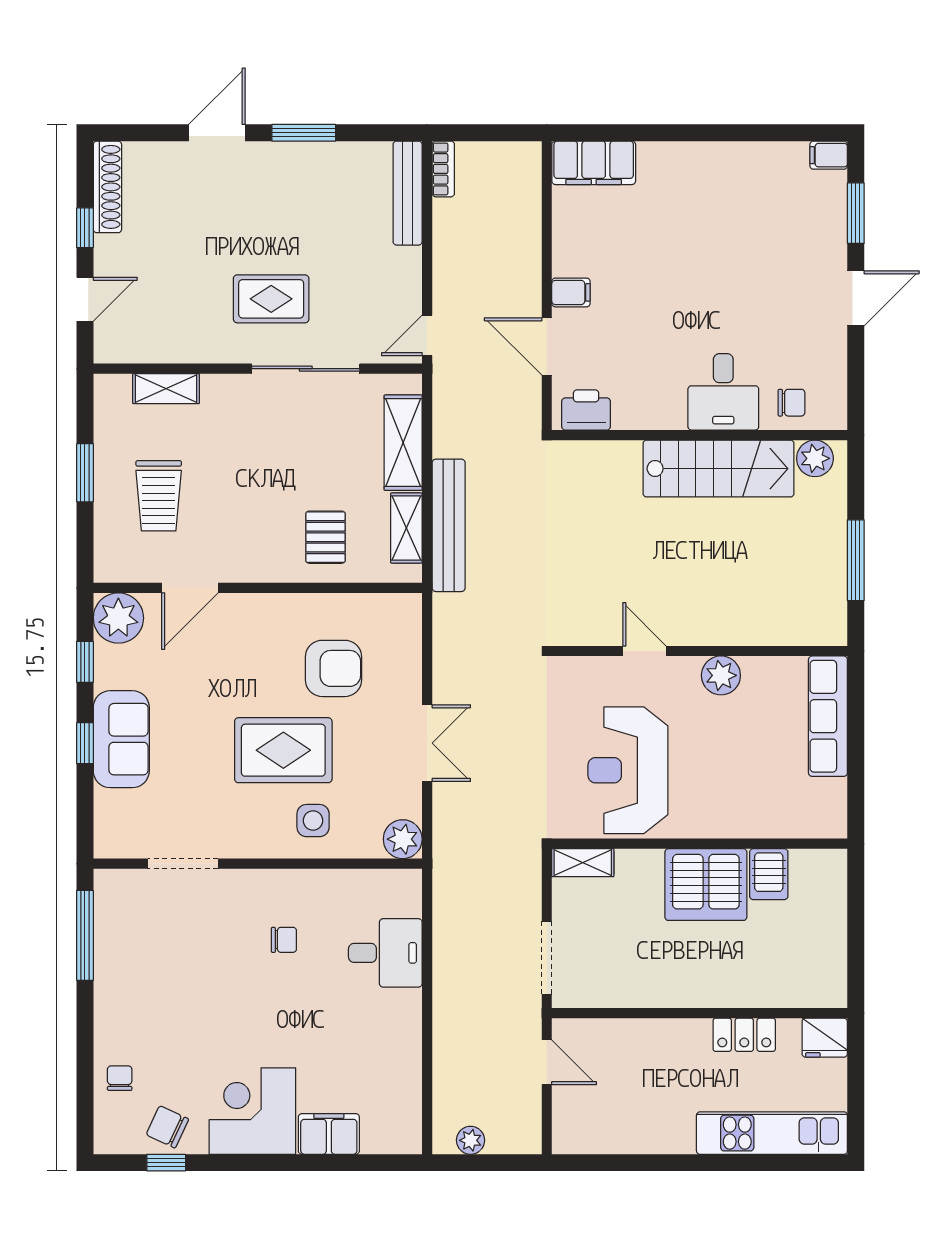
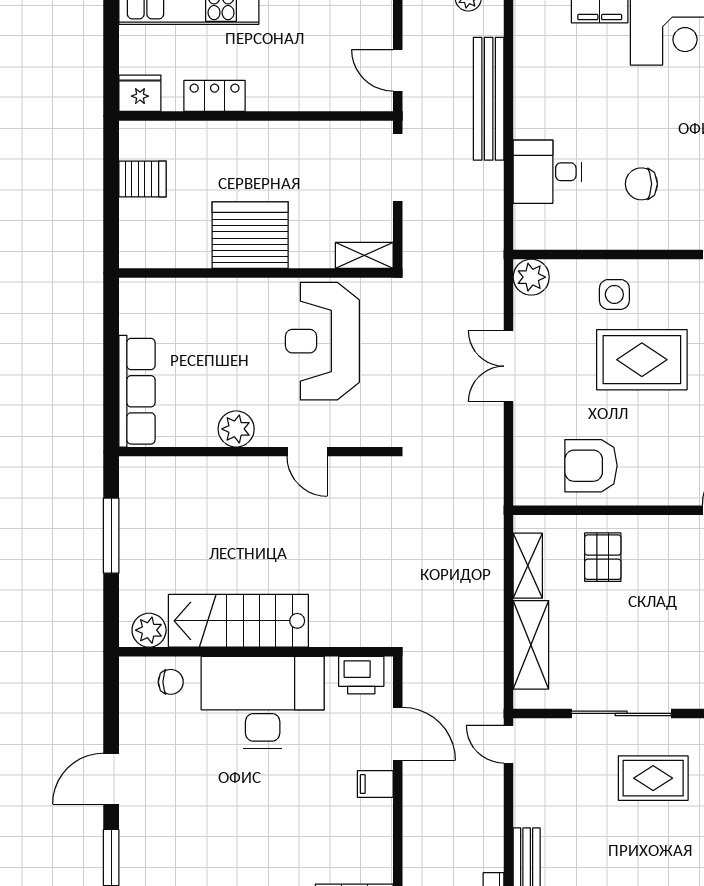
door: (427, 335) -> (509, 744), swing flipped
desk: (723, 392) -> (263, 702), width x1.87, depth x1.30
chair: (791, 403) -> (171, 682), turned 180
bench: (449, 525) -> (489, 99), moved
armchair: (334, 668) -> (591, 466), moved
reception desk: (628, 770) -> (322, 341), turned 180
server rack: (769, 874) -> (143, 179), moved, turned 90
chair: (284, 940) -> (641, 184), width x1.37, depth x1.37

